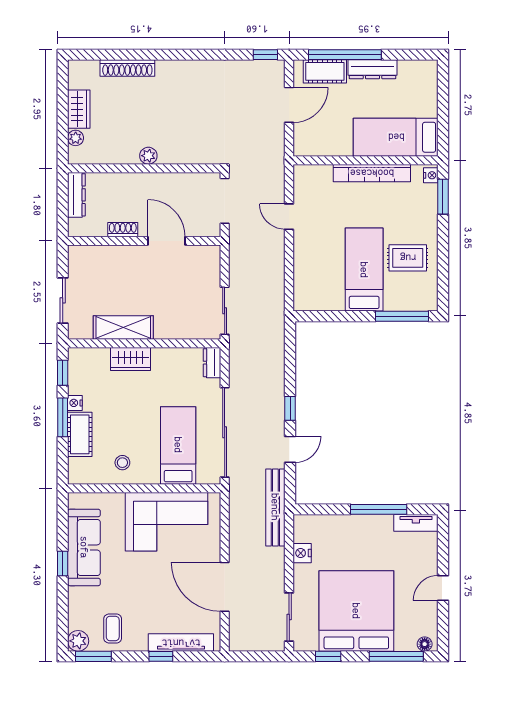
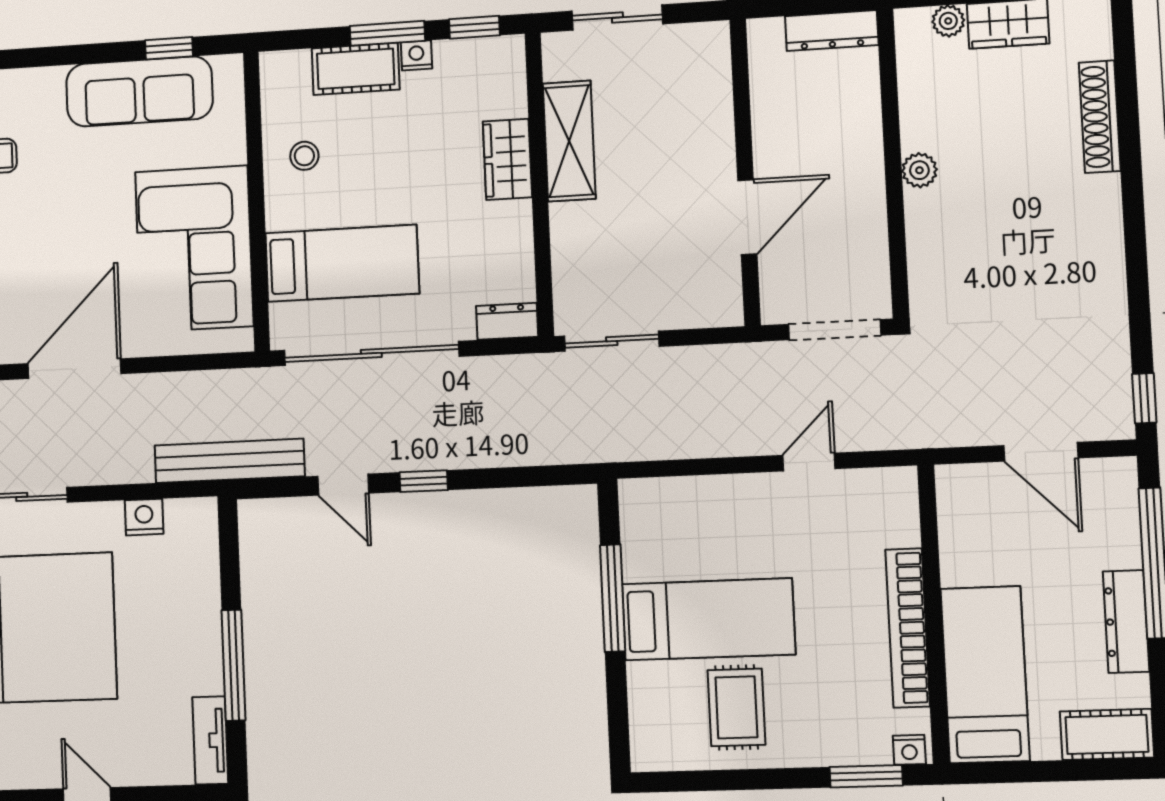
cot: (325, 71) -> (1107, 734), moved, turned 90
shoe rack: (123, 230) -> (766, 128), removed
window: (402, 316) -> (613, 598), moved
window: (63, 564) -> (169, 48), moved

